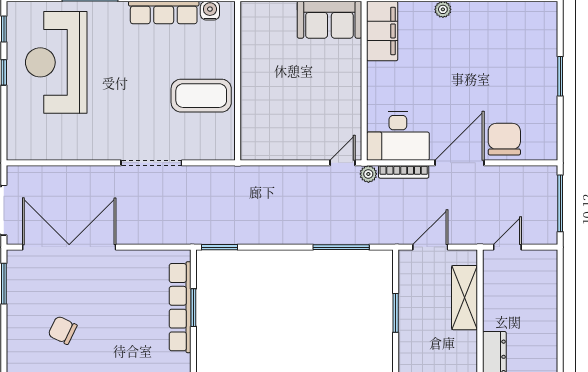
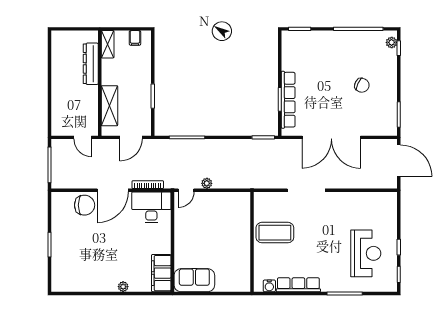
reception desk: (56, 62) -> (366, 253), width x0.74, depth x0.77
chair: (504, 139) -> (85, 205), turned -90
plant: (368, 174) -> (207, 183), moved
double door: (69, 247) -> (331, 137), moved
door: (507, 247) -> (83, 137), hinge flipped

